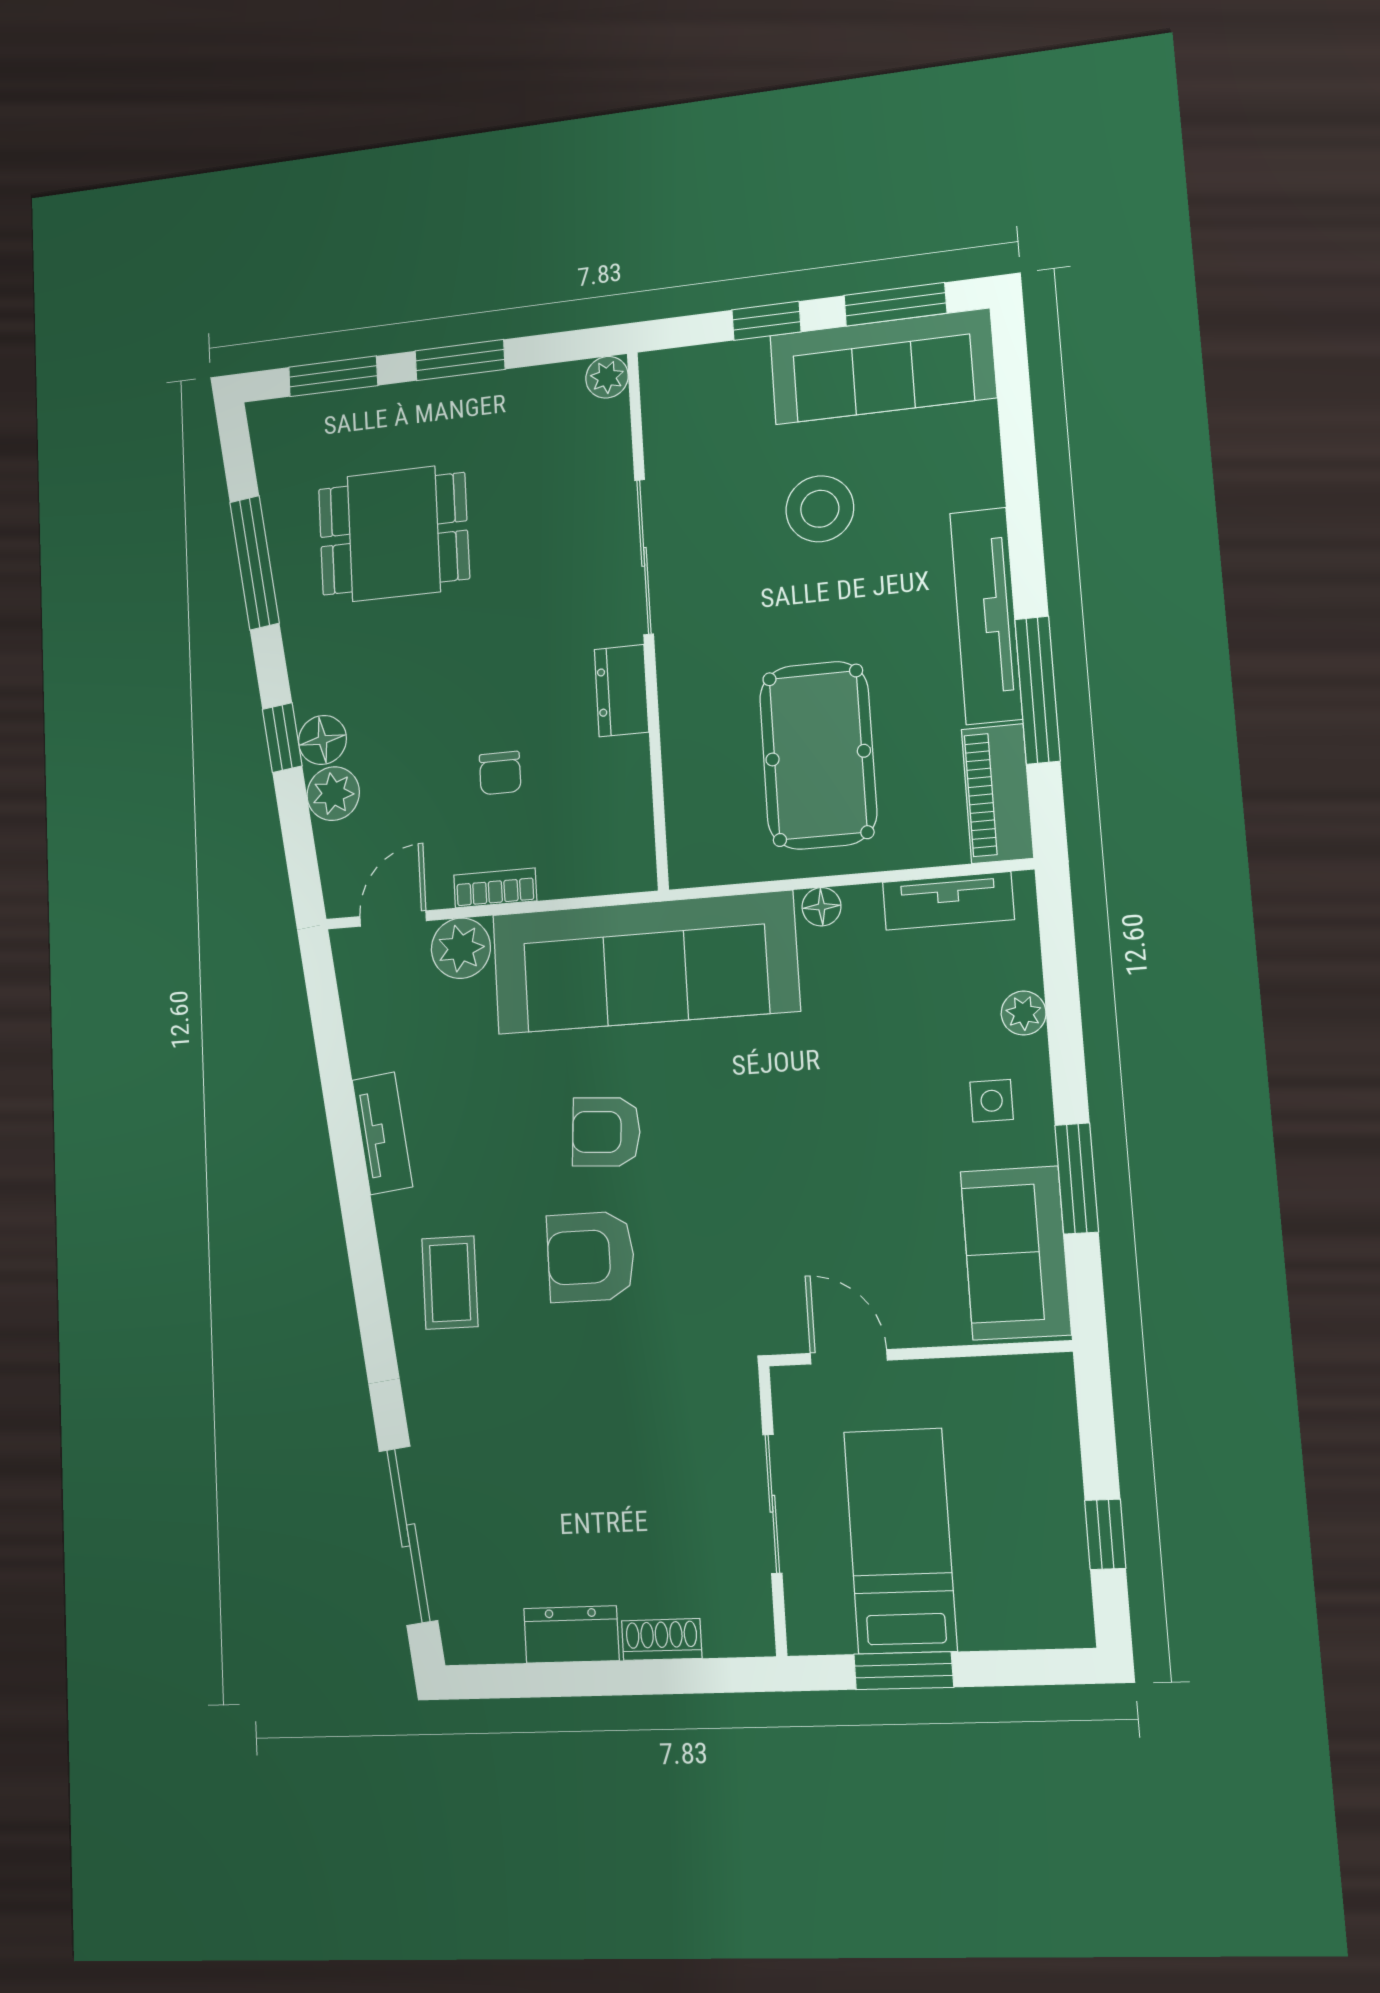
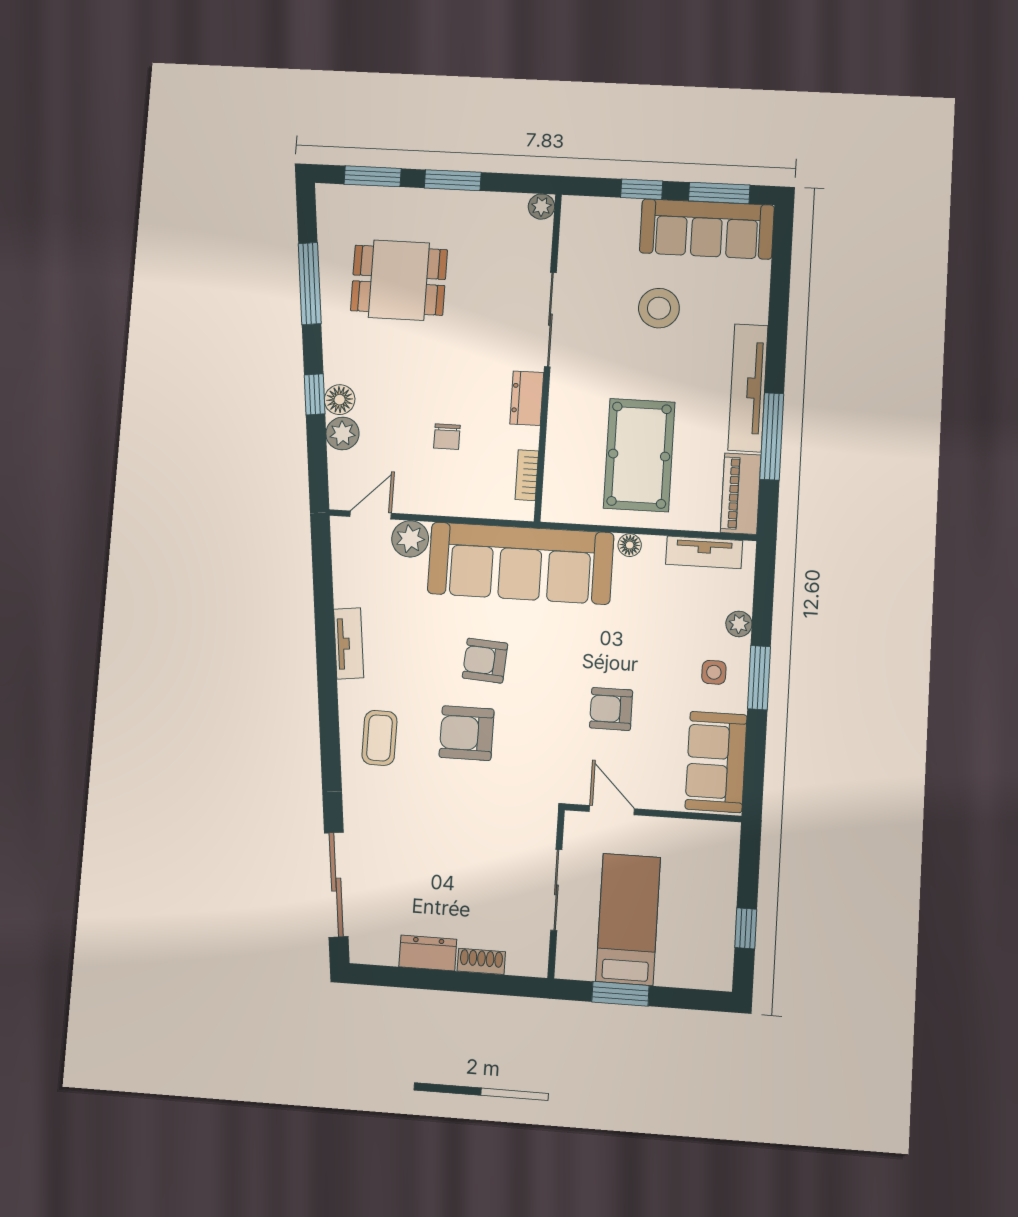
bookcase: (495, 888) -> (527, 475), moved, turned -90
window: (1077, 1178) -> (759, 678), moved
armchair: (826, 1185) -> (611, 709), added

